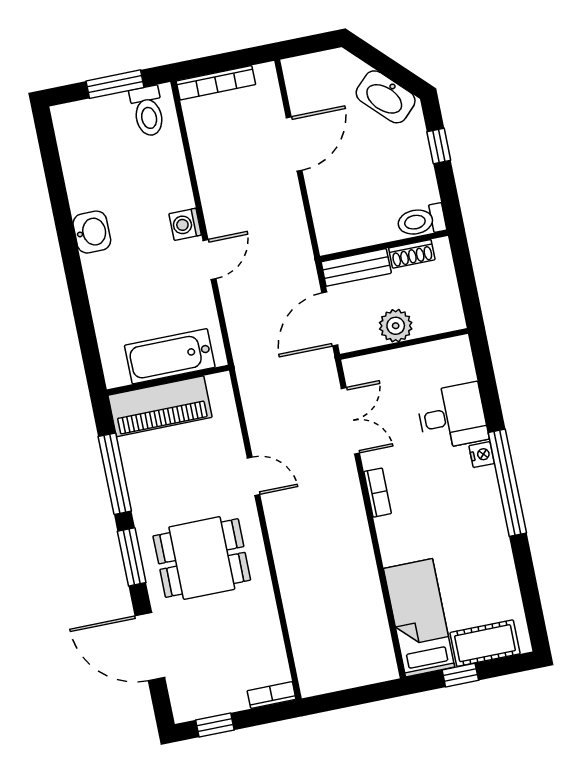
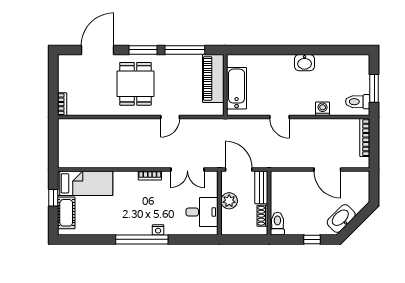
washing machine: (185, 224) -> (323, 109), moved
desk: (452, 416) -> (202, 212), moved, turned -90
window: (215, 725) -> (53, 74), removed

